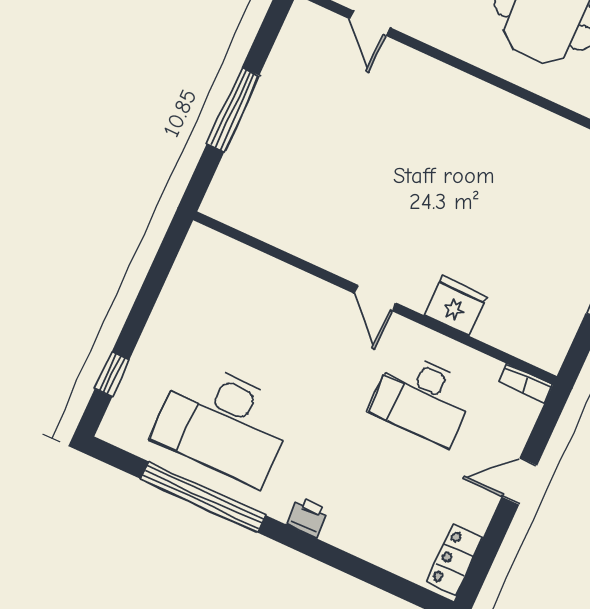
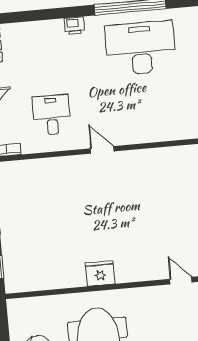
fridge: (456, 306) -> (100, 273), moved, turned 180
desk: (423, 398) -> (52, 115), width x0.73

